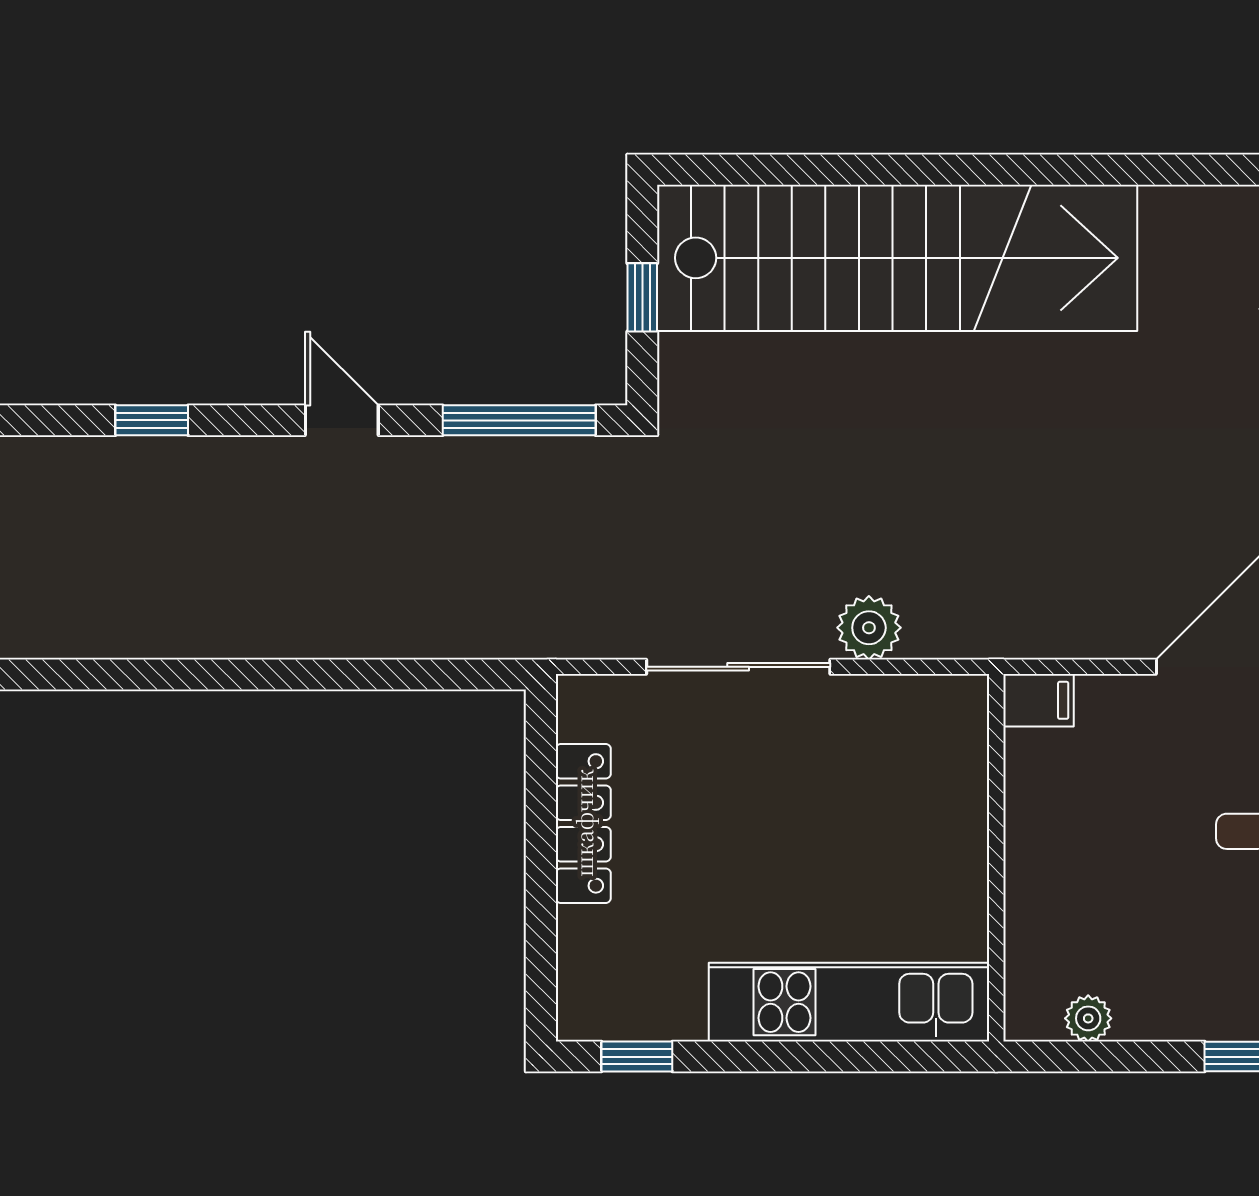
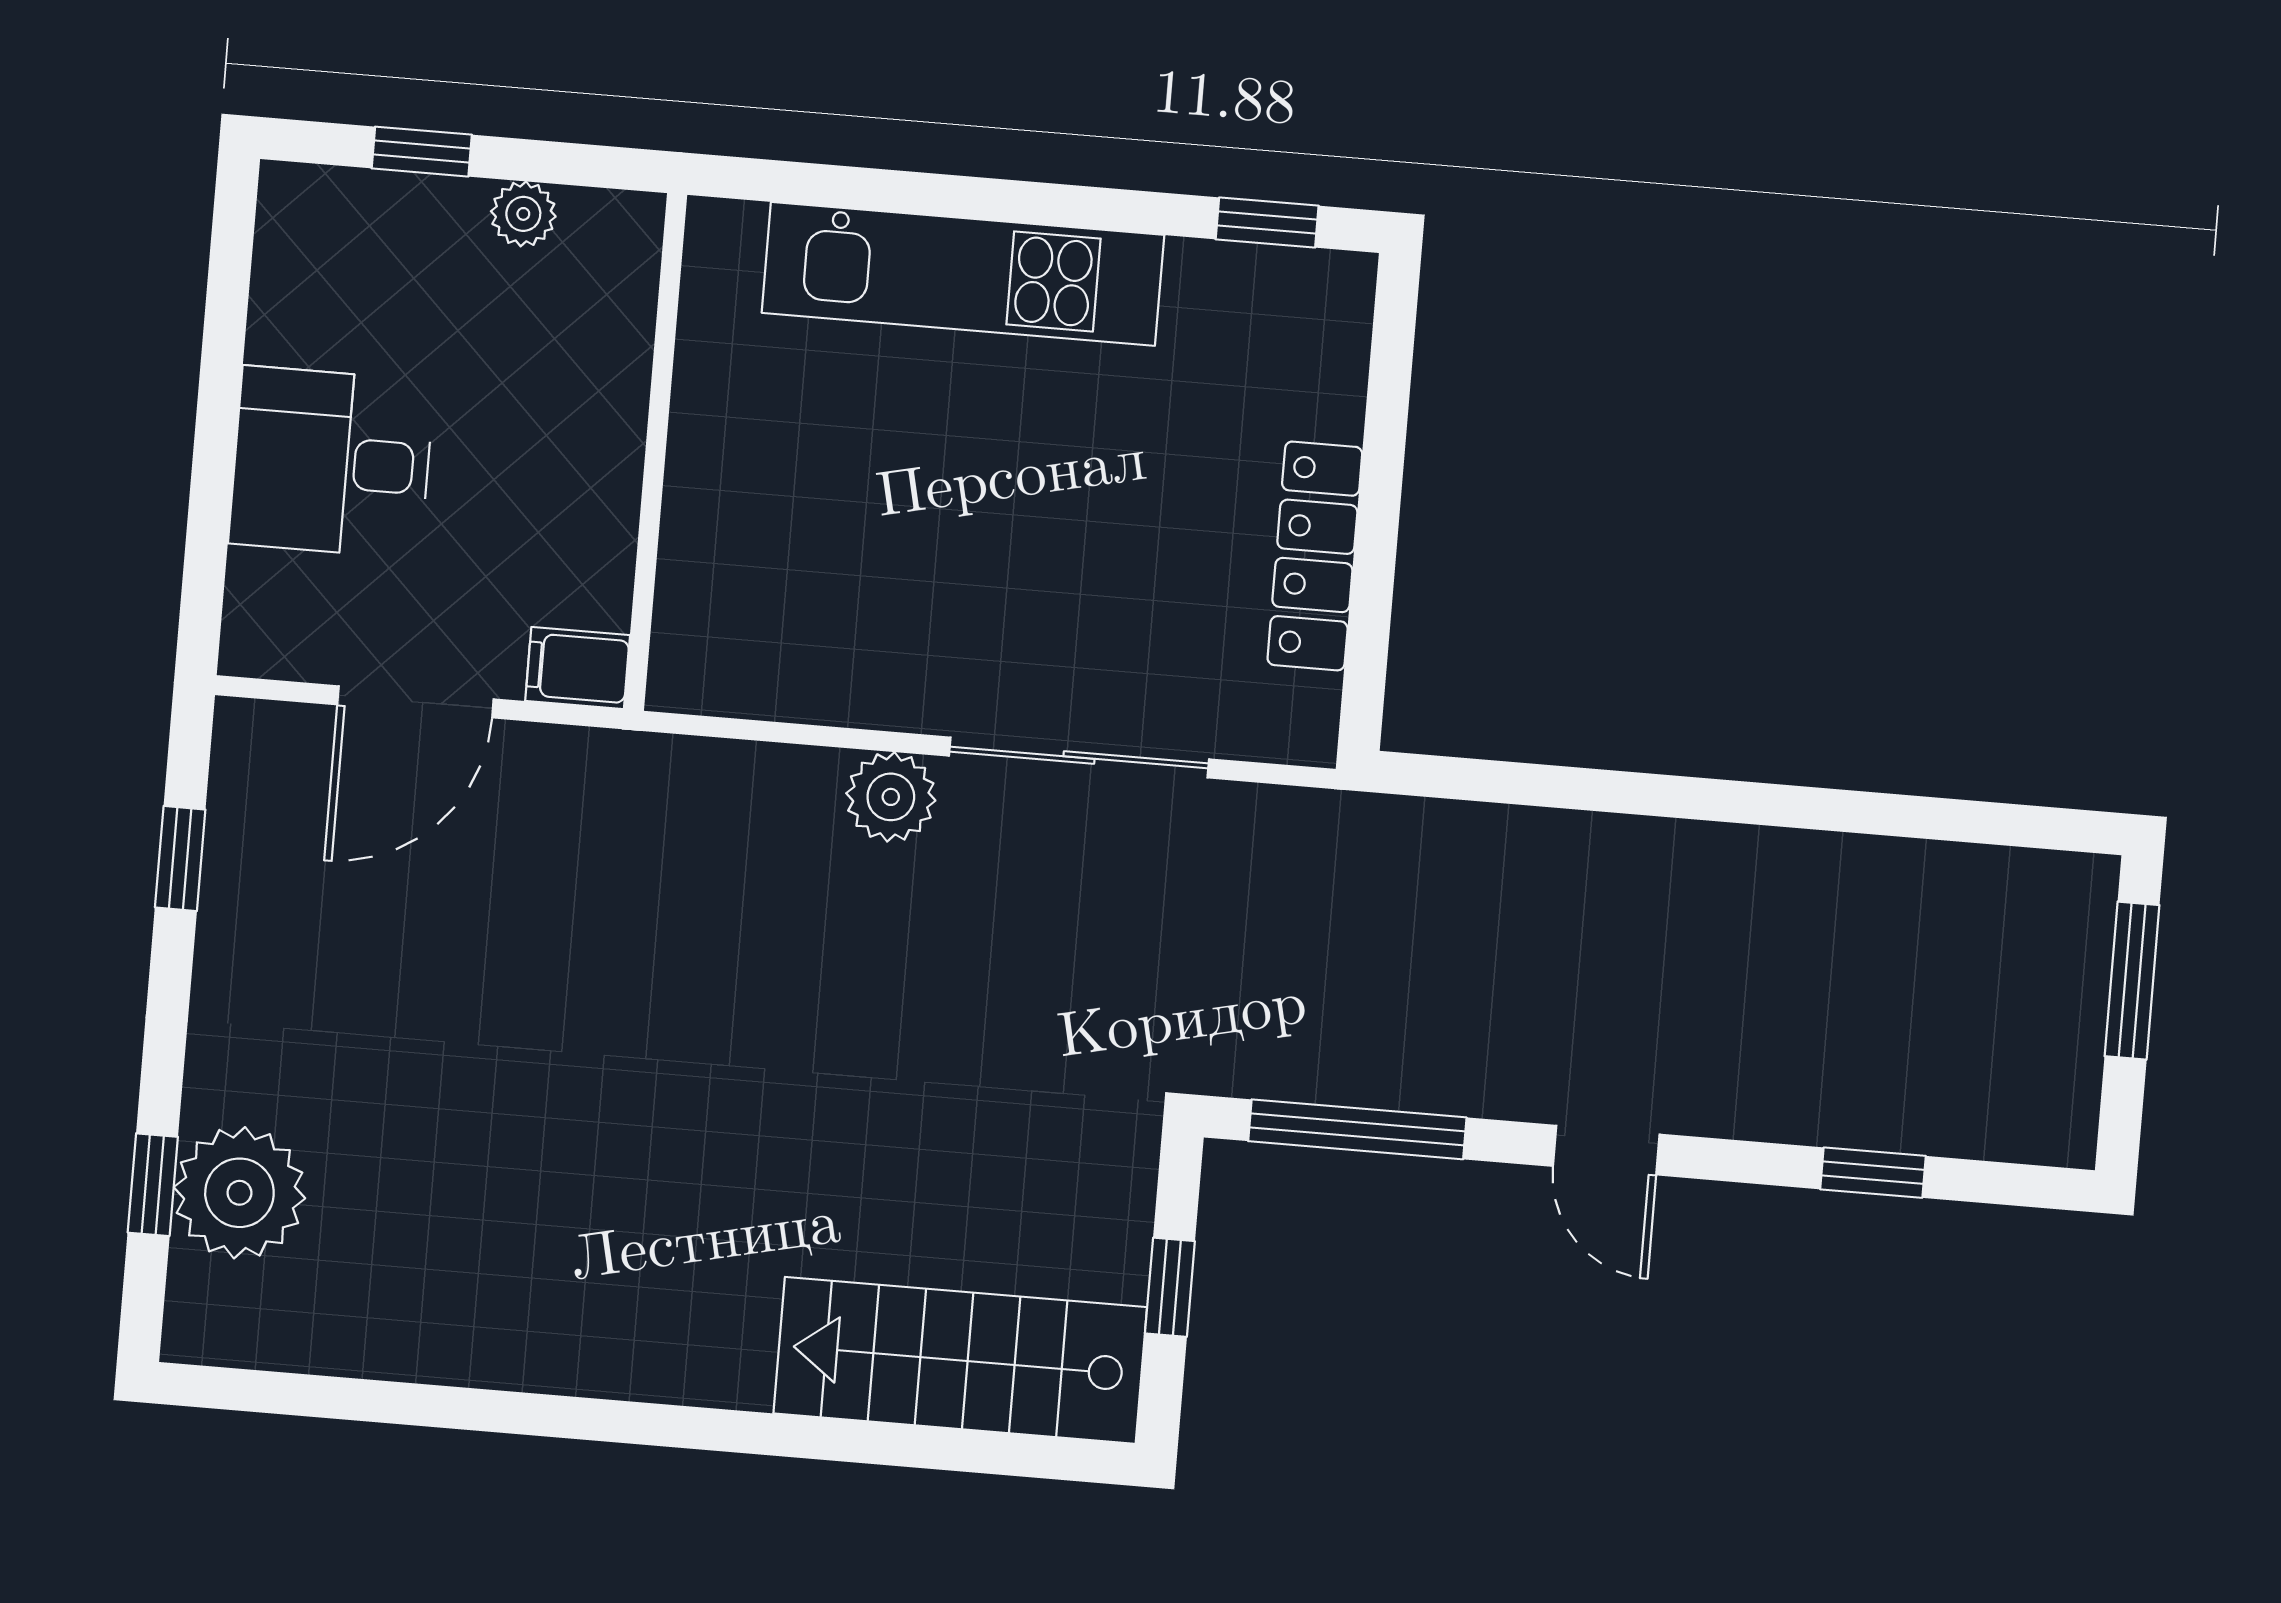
stairs: (897, 258) -> (960, 1360), width x0.54, depth x0.66
filing cabinet: (1039, 700) -> (578, 668), moved
wall: (996, 858) -> (656, 452), moved
plant: (1088, 1018) -> (523, 214), moved

